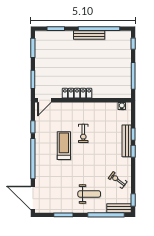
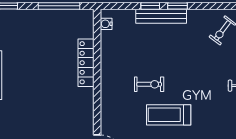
locker: (77, 93) -> (86, 63), moved

